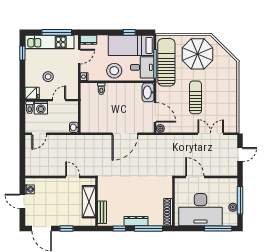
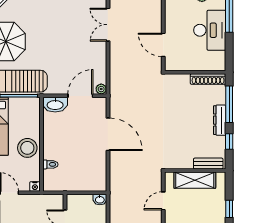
desk: (142, 67) -> (23, 112), removed
sun lounger: (195, 97) -> (61, 44), removed
door: (195, 177) -> (163, 45), hinge flipped
desk: (201, 210) -> (210, 30), width x0.73, depth x0.77

